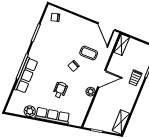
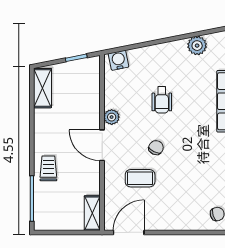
door: (106, 27) -> (129, 232), hinge flipped
door: (102, 79) -> (102, 145), hinge flipped
row of seats: (52, 116) -> (157, 53), removed
water cooler: (75, 120) -> (119, 60), added

